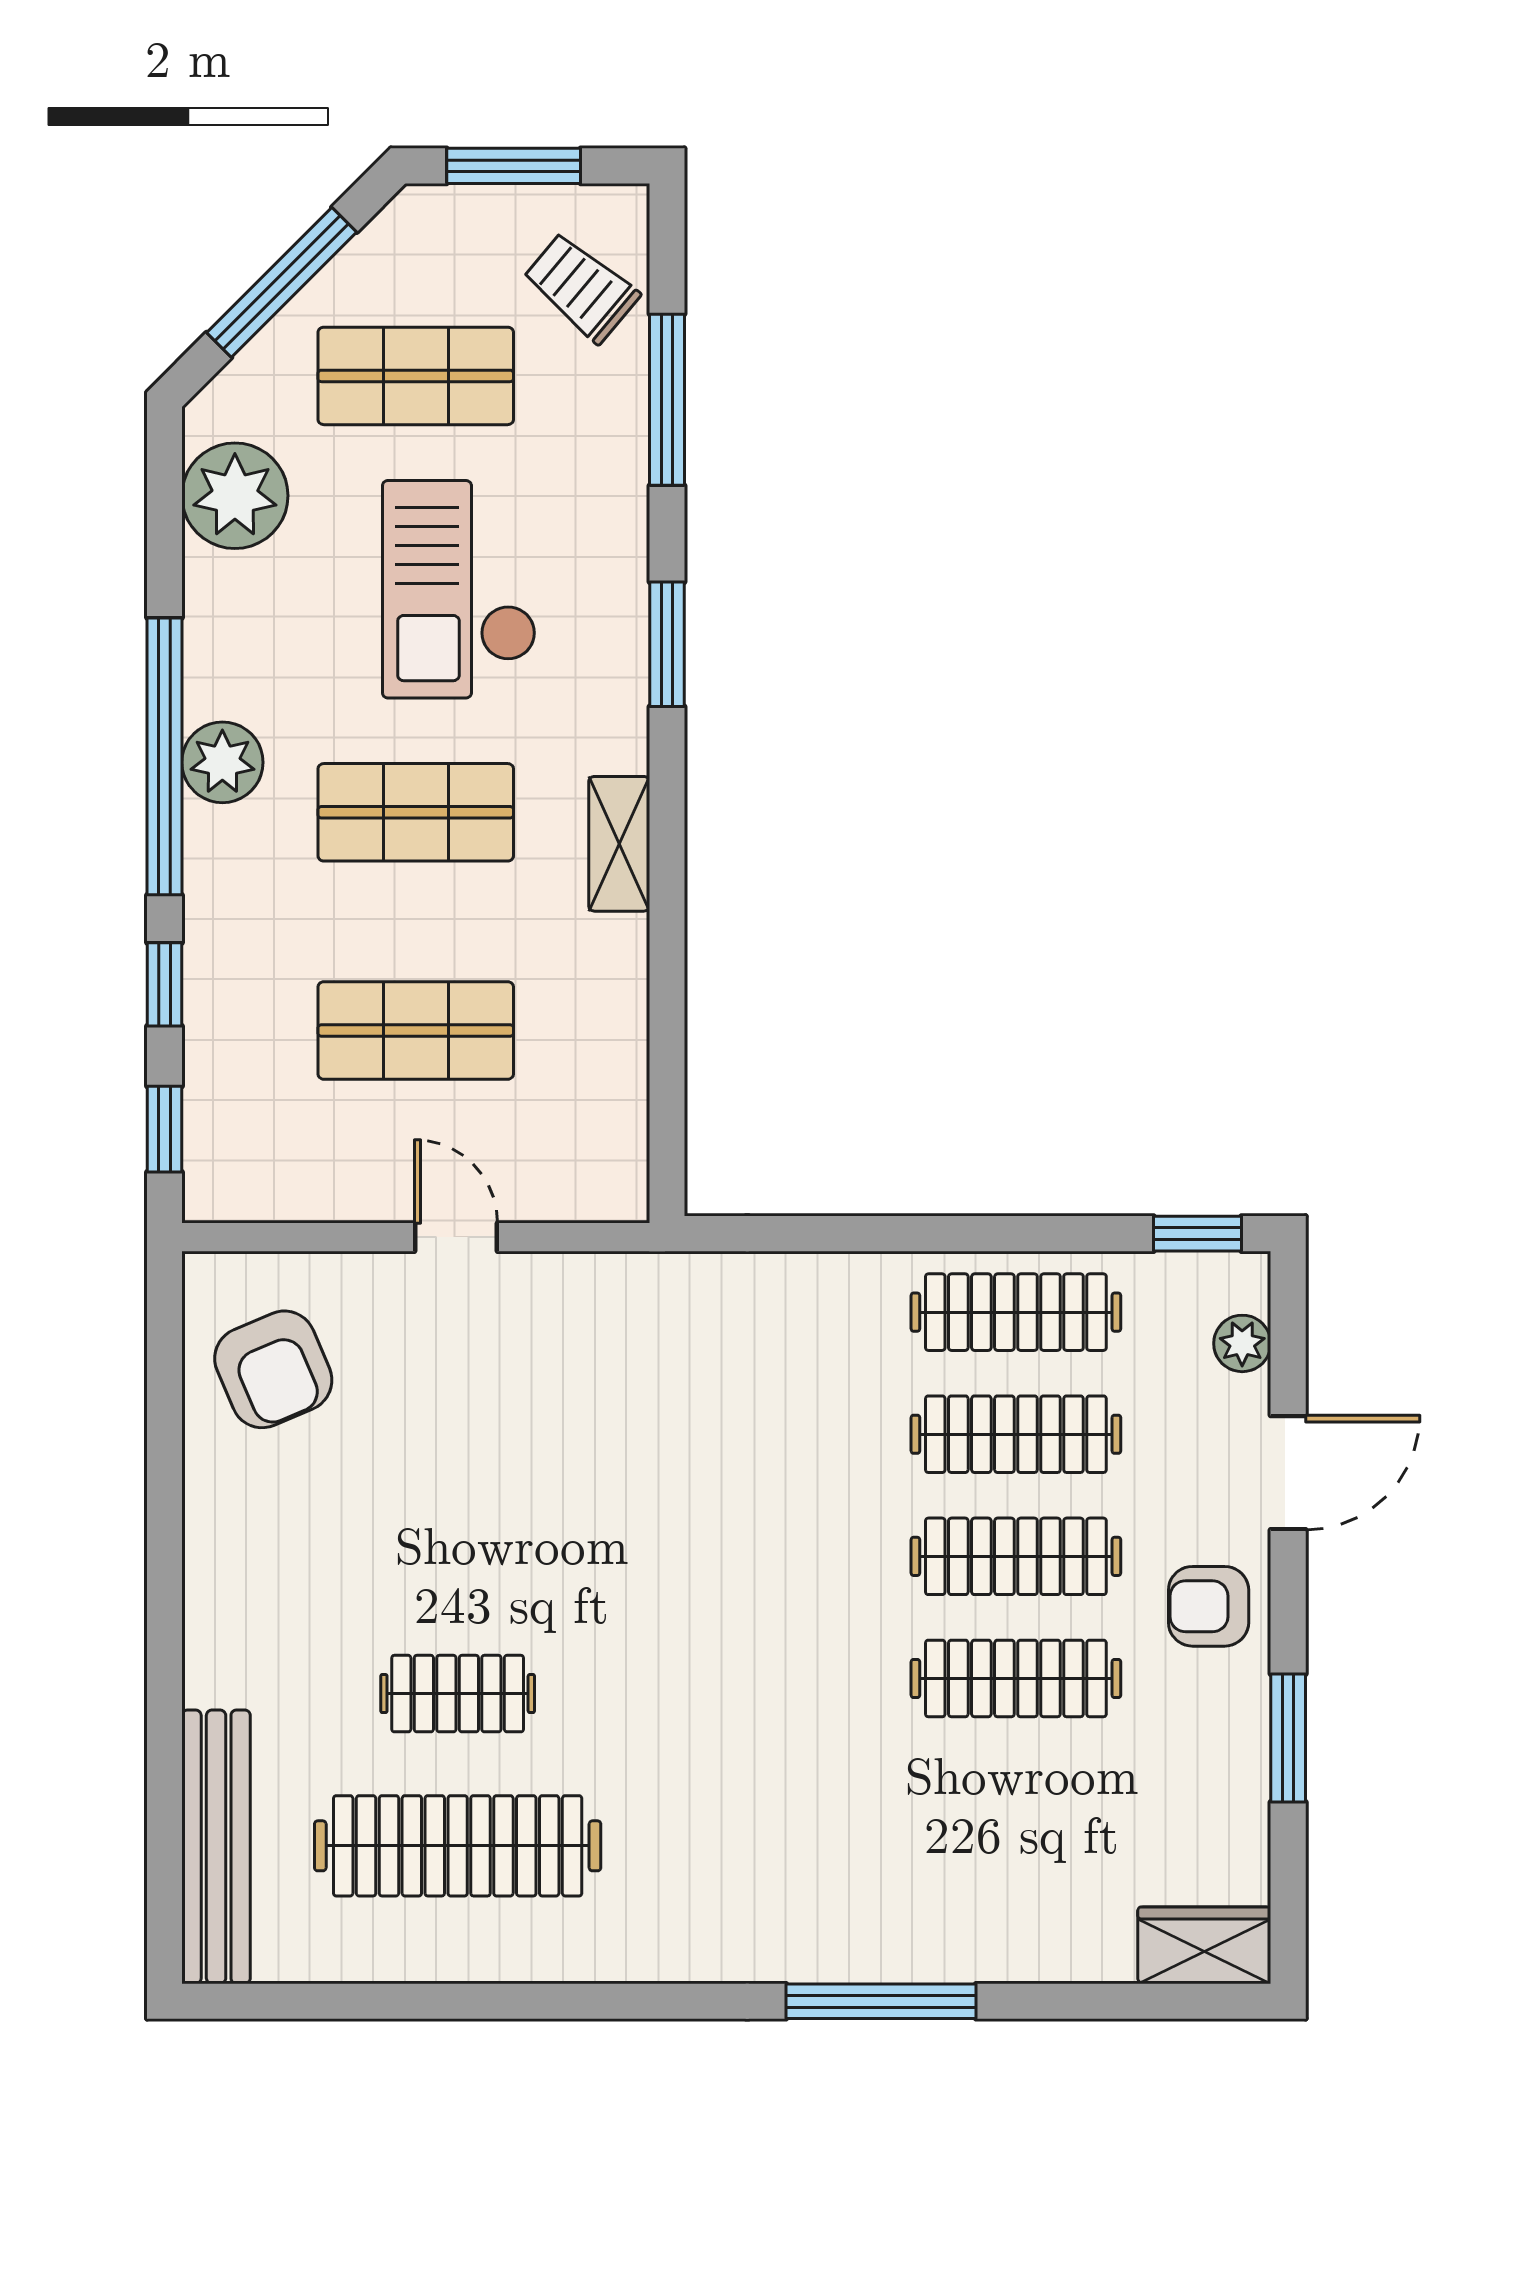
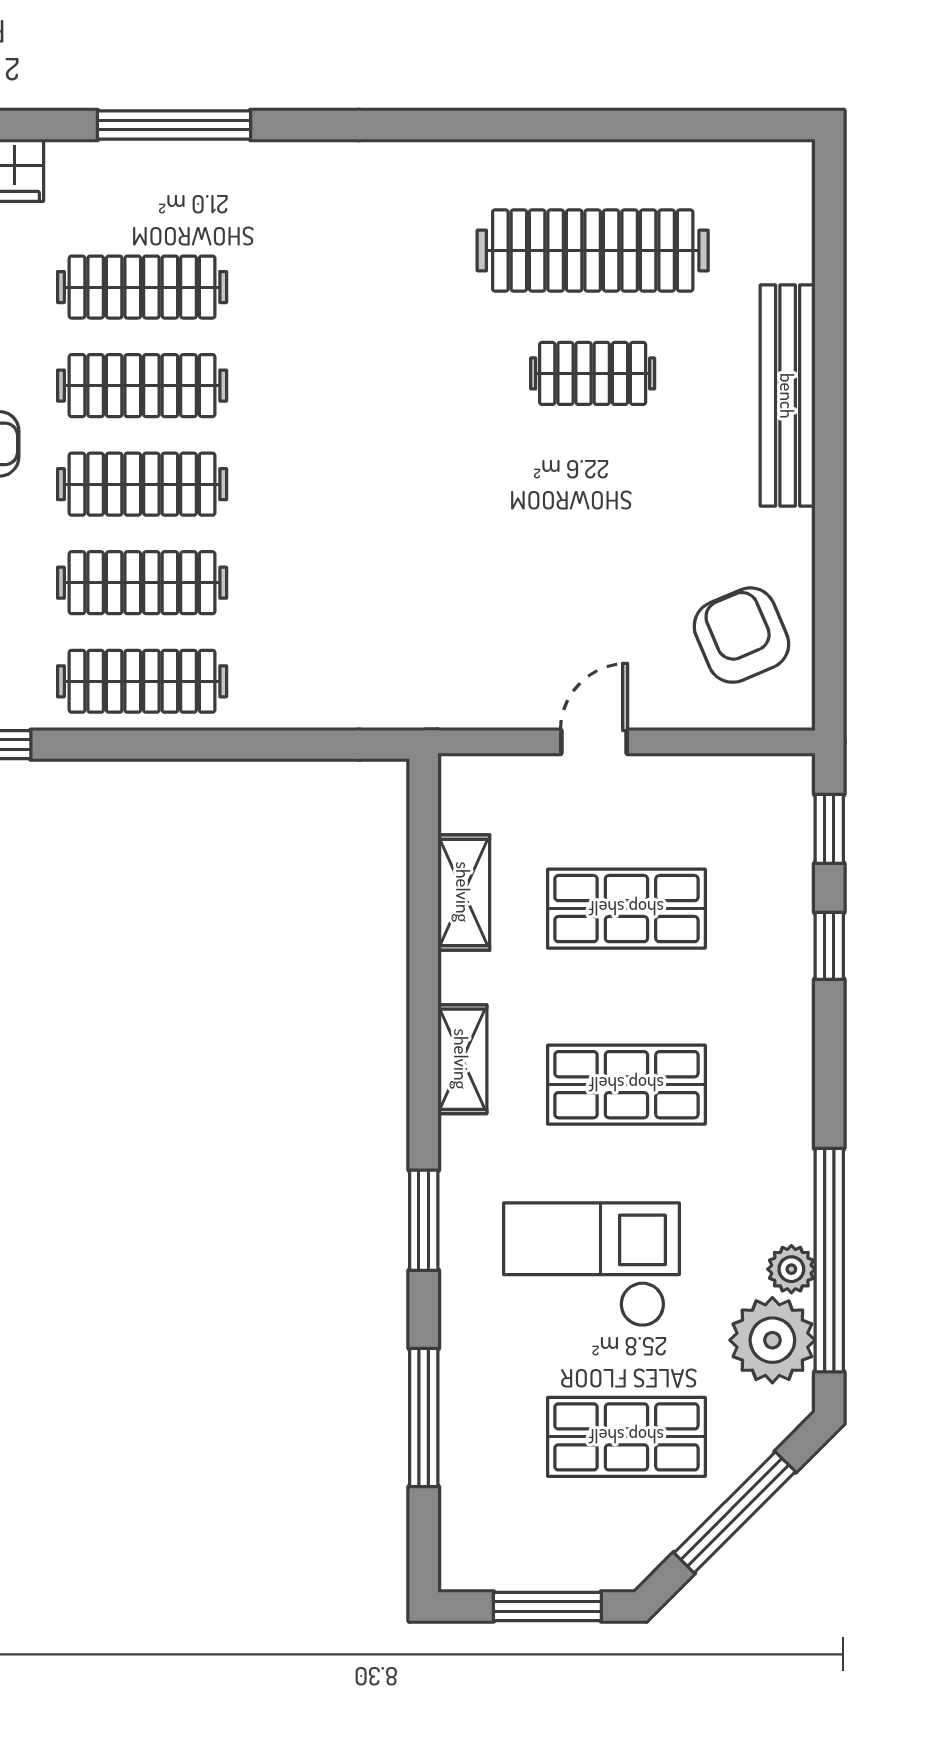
trolley: (581, 287) -> (493, 1508), removed
checkout: (459, 589) -> (591, 1265), turned -90
window: (165, 756) -> (829, 1260), moved
plant: (222, 762) -> (791, 1269), moved, width x0.73, depth x0.73
shelving: (617, 1050) -> (464, 892), added
door: (456, 1237) -> (594, 742), swing flipped
clothes rail: (1016, 1801) -> (142, 287), added
bench: (216, 1847) -> (788, 396), moved
window: (881, 2001) -> (174, 125), moved

